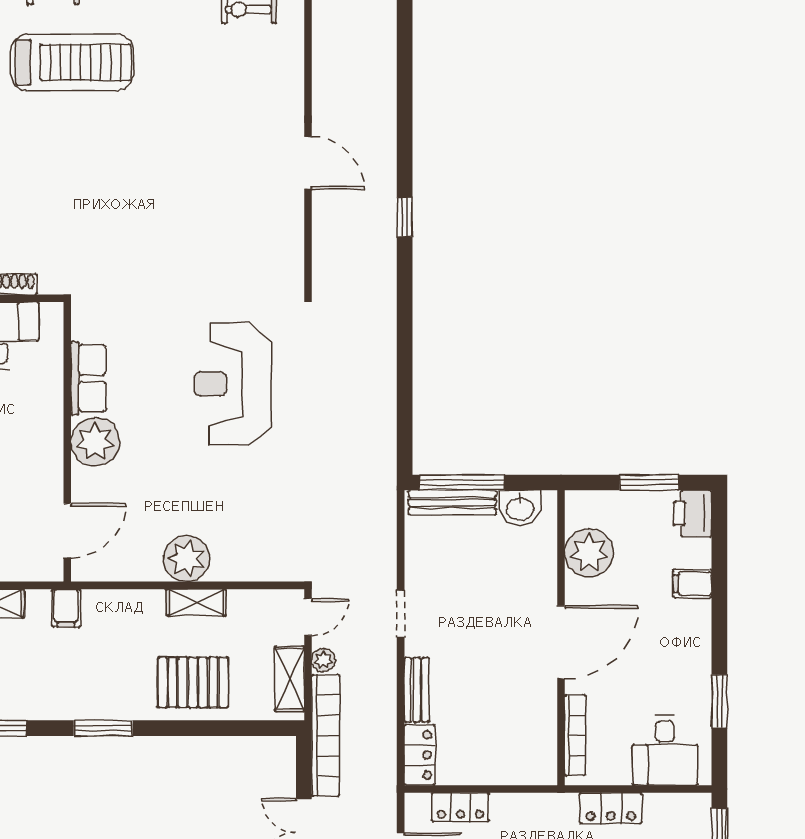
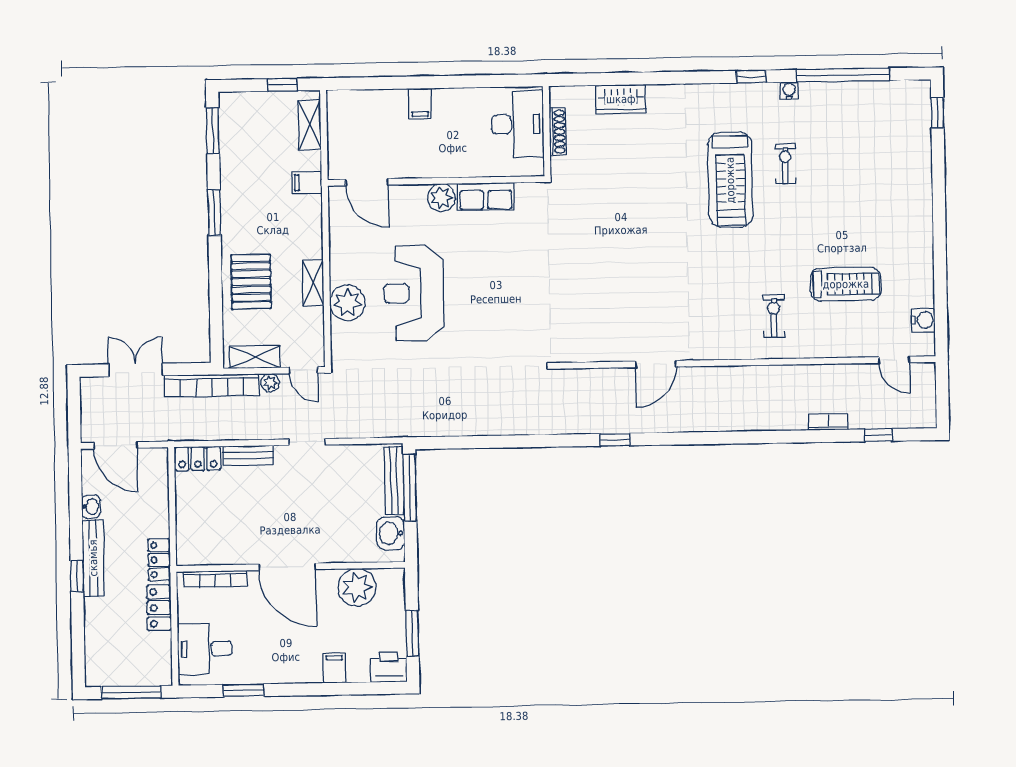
reception desk: (233, 384) -> (414, 293), moved, turned -90
plant: (95, 442) -> (441, 198), width x0.73, depth x0.73
plant: (187, 559) -> (347, 303), moved
locker: (460, 807) -> (159, 560), moved

